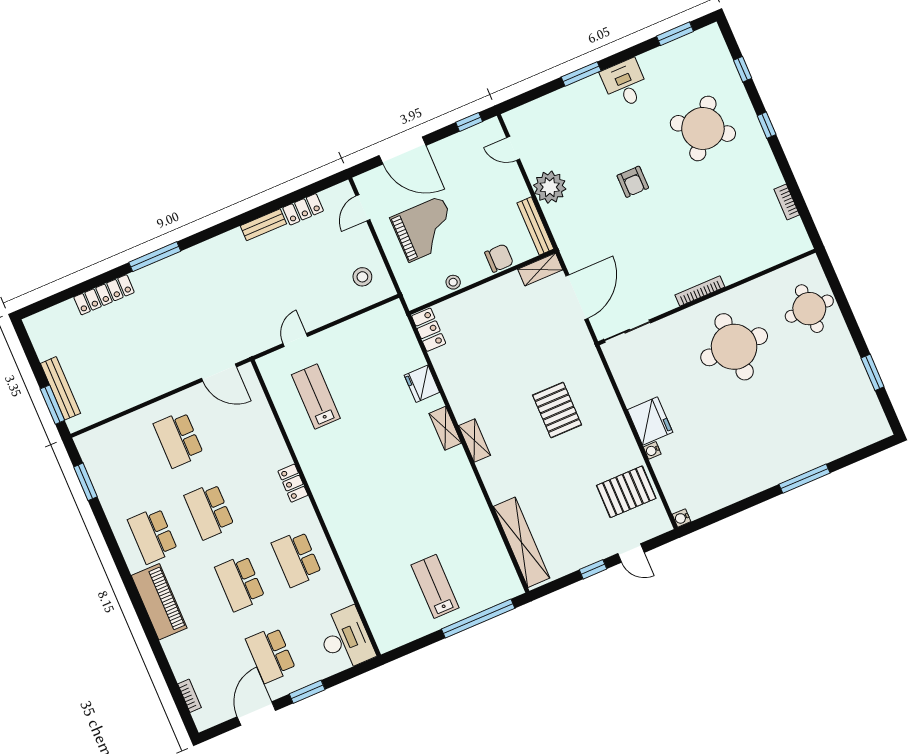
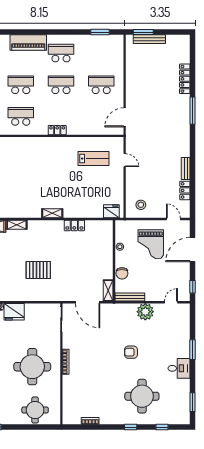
round table: (703, 128) -> (142, 396), turned -35
locker: (429, 330) -> (74, 225), moved
fridge: (422, 384) -> (111, 211), moved
shelving: (475, 440) -> (17, 225), moved

